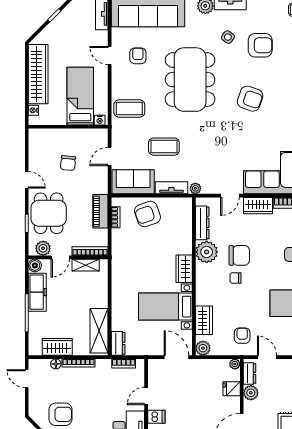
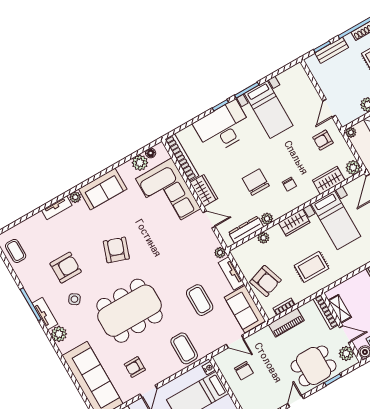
armchair: (260, 45) -> (66, 268), turned 90
chair: (68, 163) -> (244, 371), moved, turned 85
plant: (186, 234) -> (263, 238), added
plant: (207, 252) -> (267, 219), width x0.53, depth x0.53
rug: (137, 262) -> (312, 267), added
chair: (235, 278) -> (289, 184), moved
dresser: (249, 373) -> (352, 115), removed

